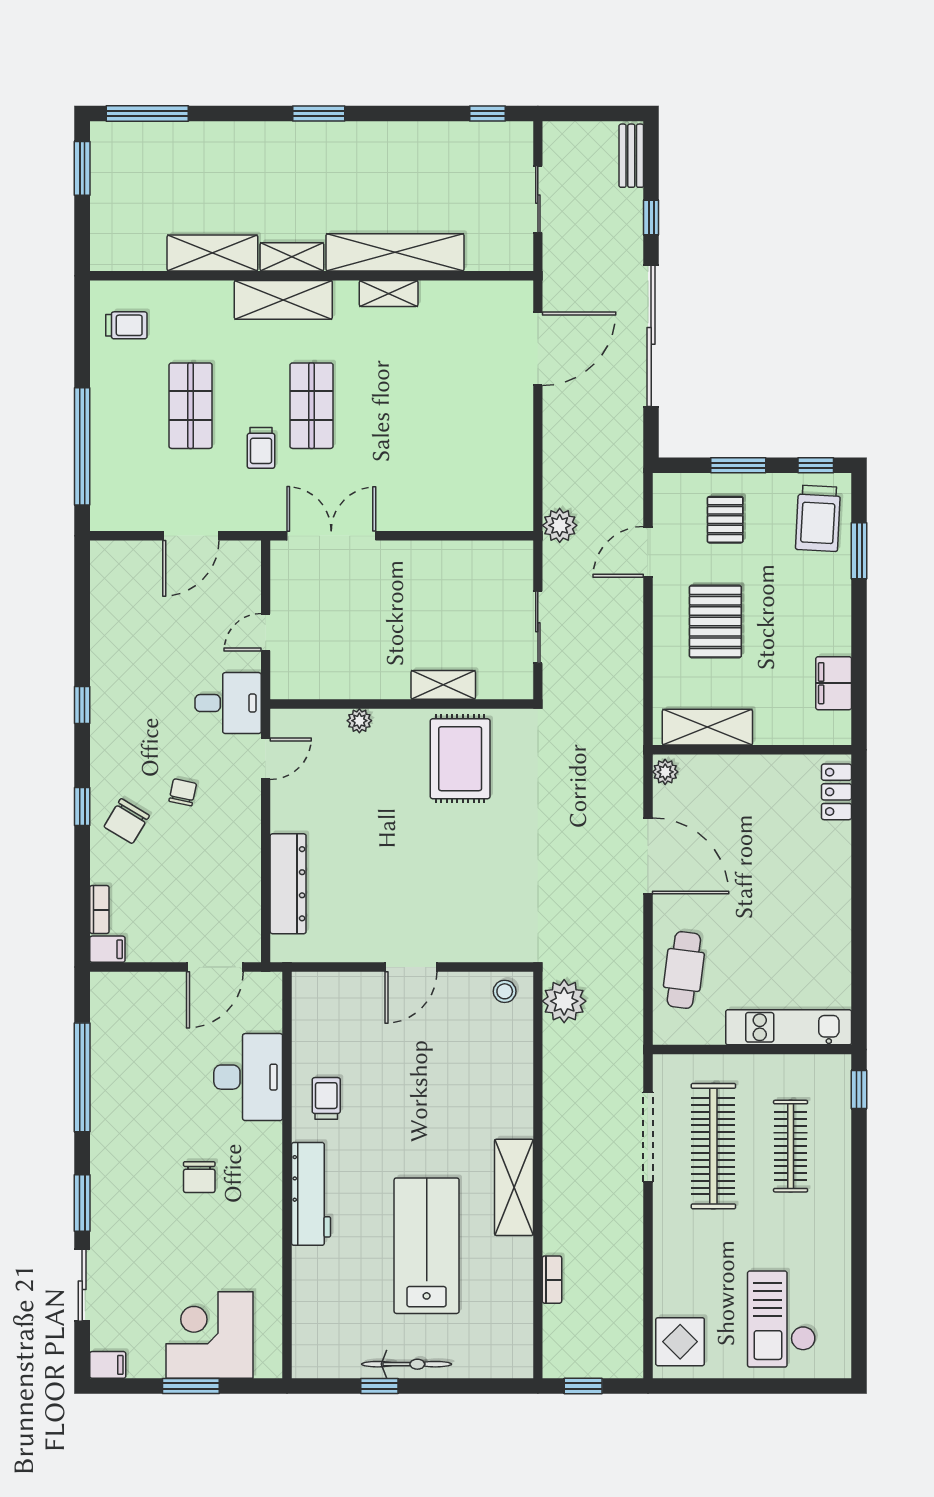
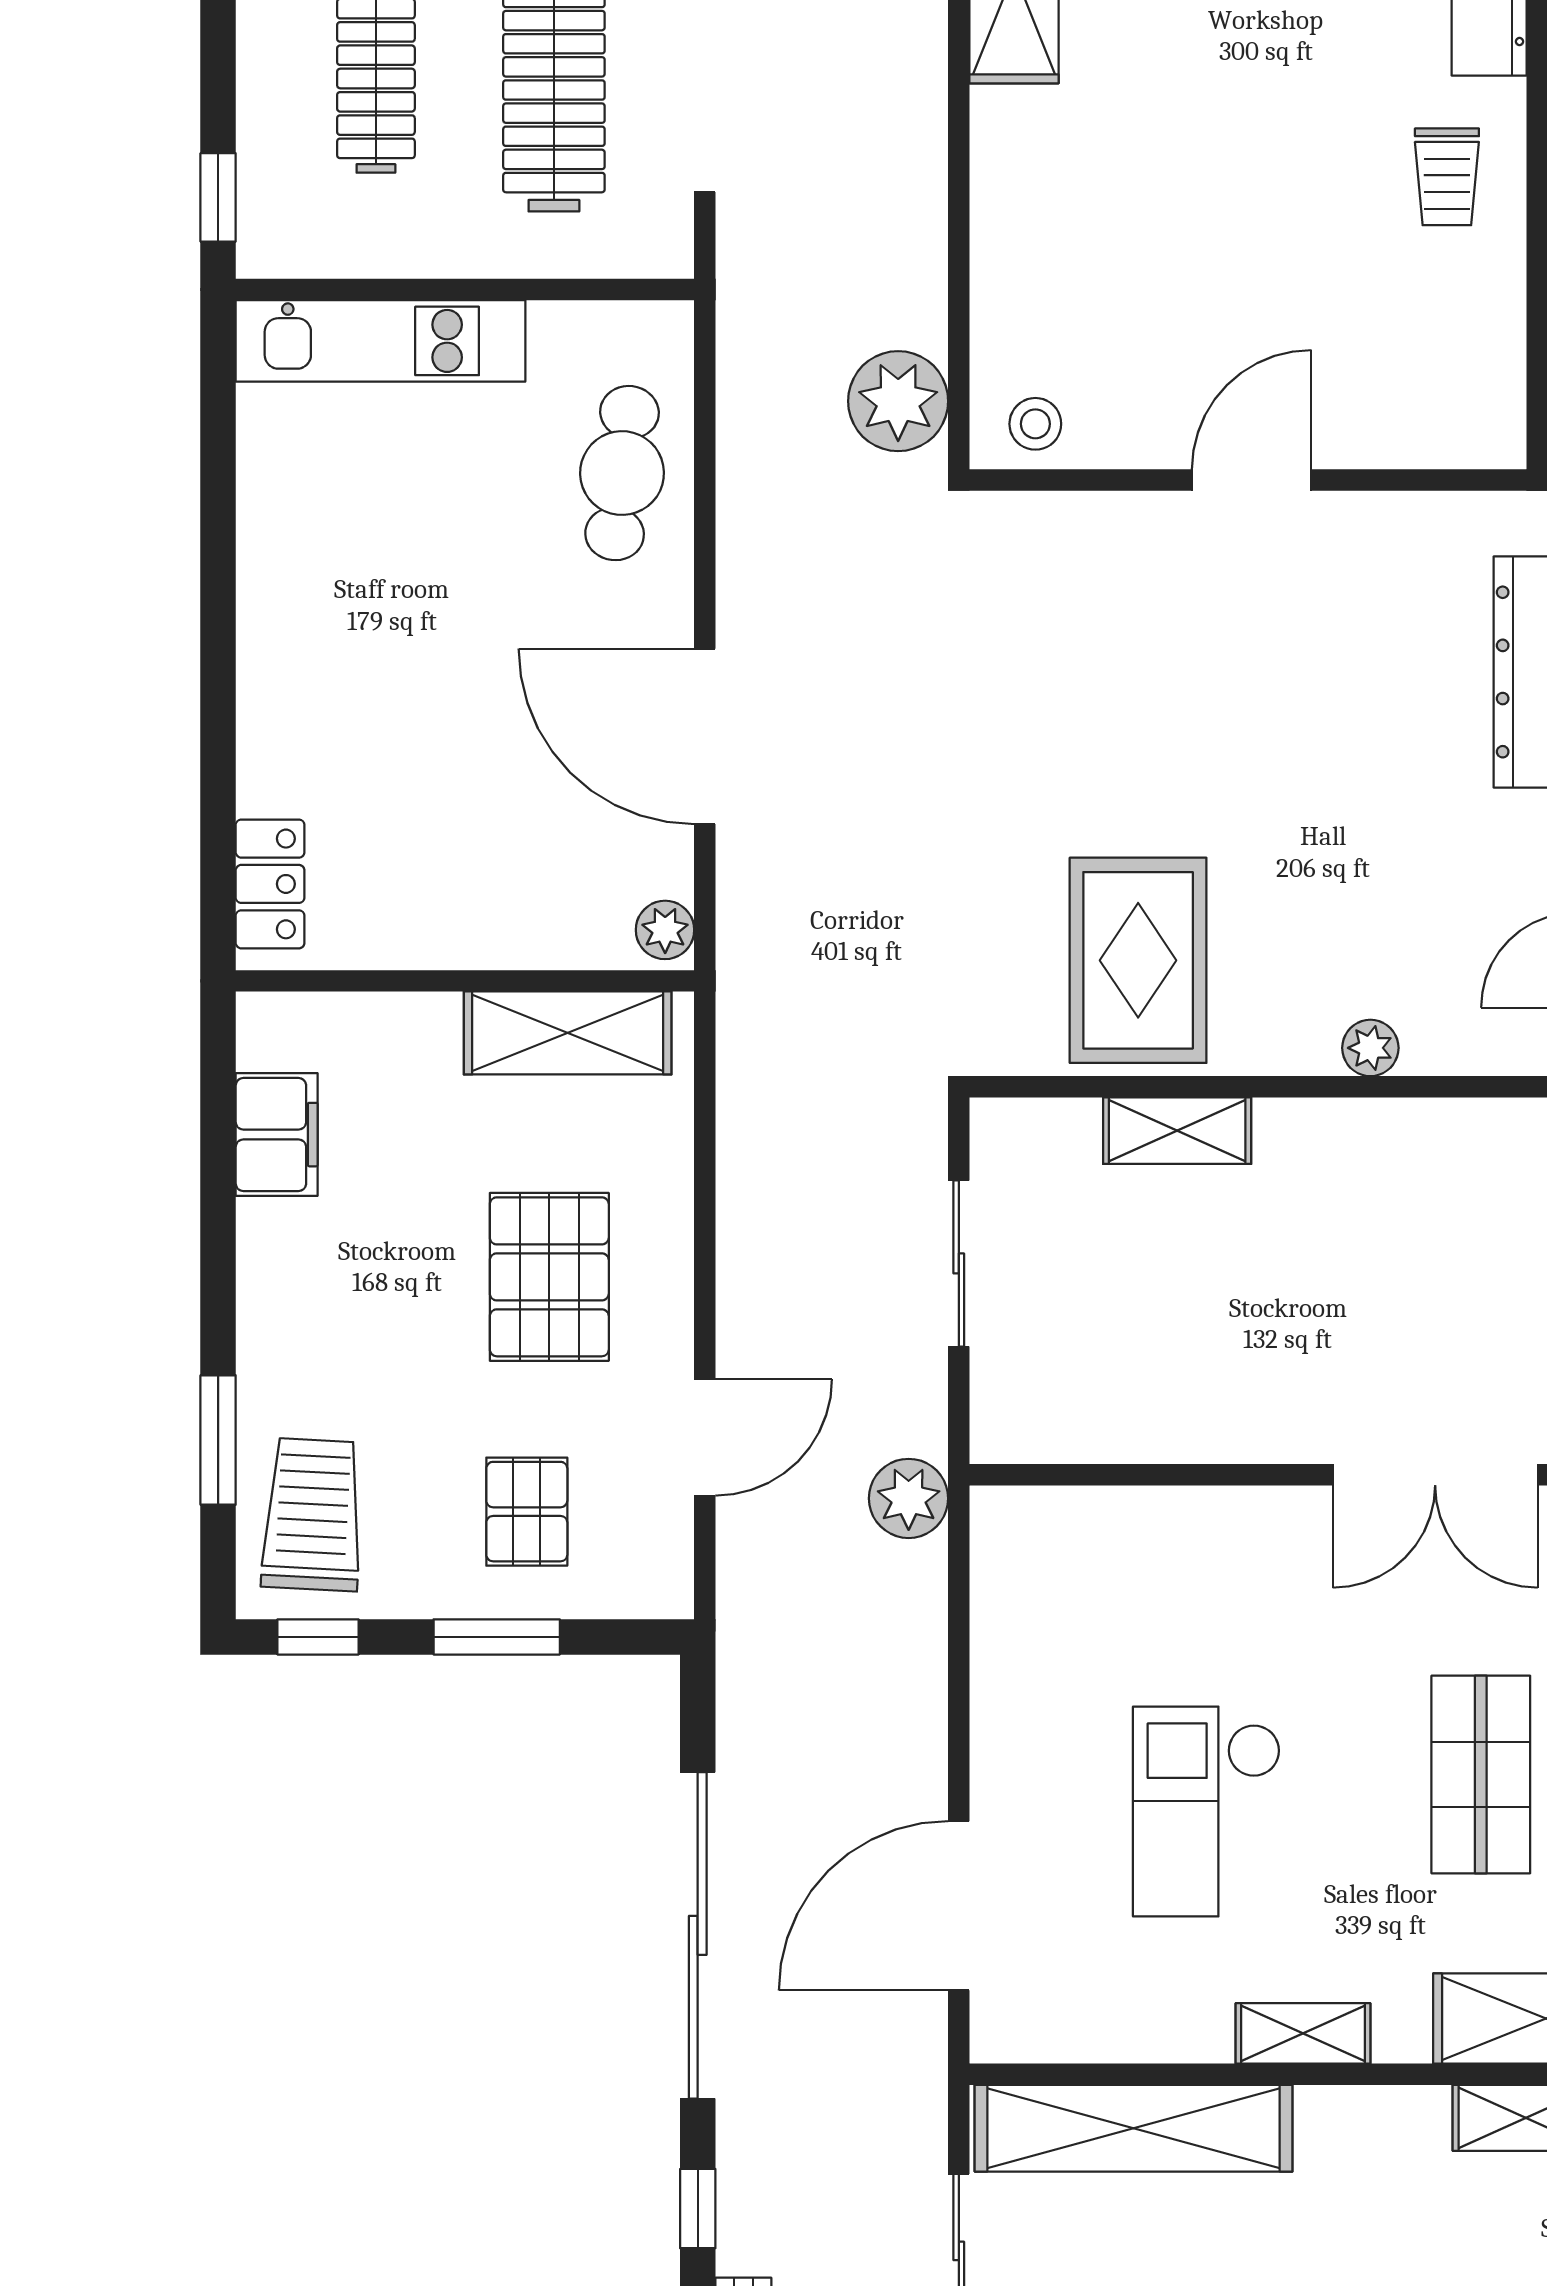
shelving: (395, 252) -> (1134, 2128), moved
checkout: (430, 390) -> (1207, 1812), added

